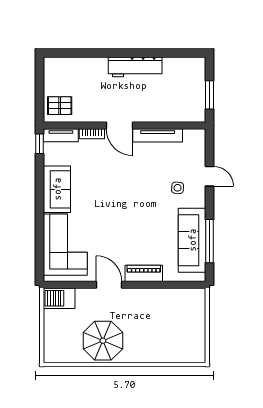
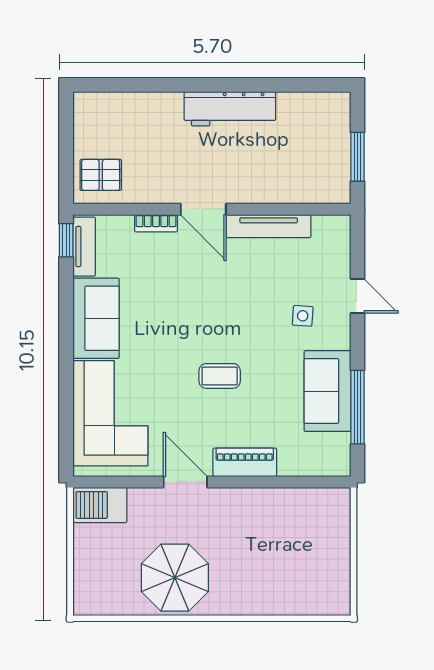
tv unit: (61, 135) -> (84, 247), moved, turned -90
coffee table: (129, 223) -> (220, 376), added
sofa: (192, 240) -> (327, 391), width x0.73

